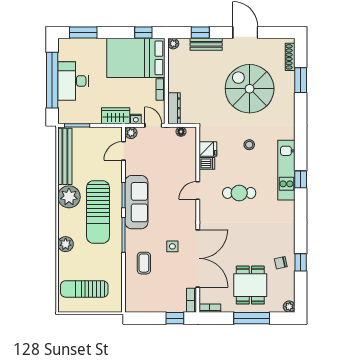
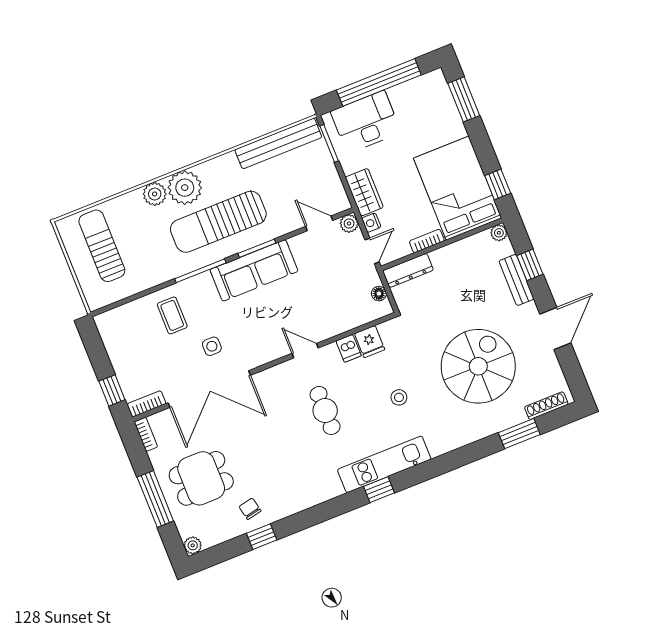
desk: (73, 81) -> (366, 122), moved
plant: (69, 197) -> (185, 188), moved
coffee table: (144, 263) -> (172, 315), turned 90

